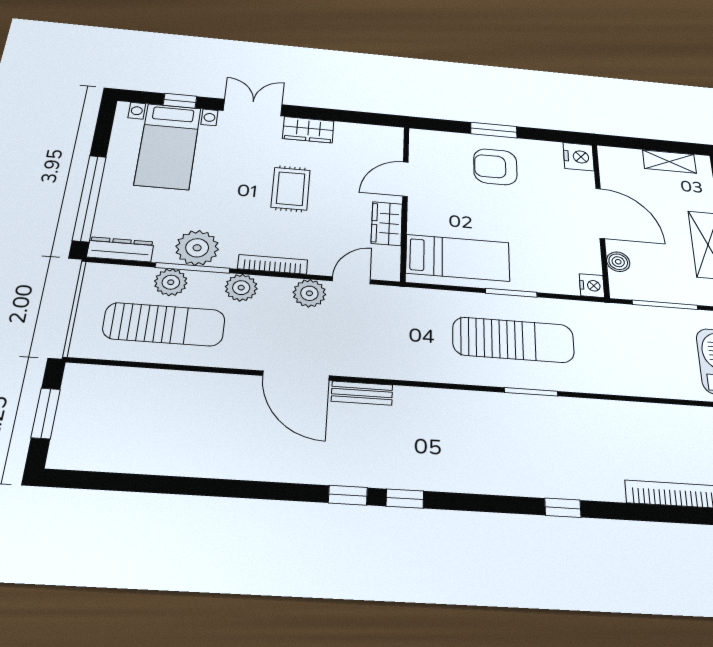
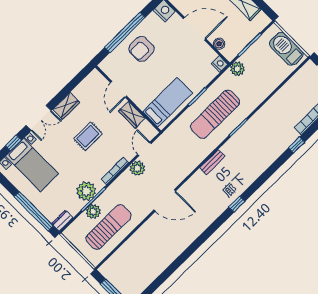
double door: (253, 108) -> (39, 118), swing flipped
window: (494, 130) -> (125, 32), width x2.11
rug: (291, 189) -> (88, 136), turned 90
dresser: (120, 249) -> (62, 221), width x0.70
plant: (241, 288) -> (237, 69), moved
sun lounger: (513, 340) -> (215, 114), turned 180
bench: (362, 393) -> (212, 162), moved
window: (348, 495) -> (220, 221), removed
window: (563, 508) -> (297, 145), moved

